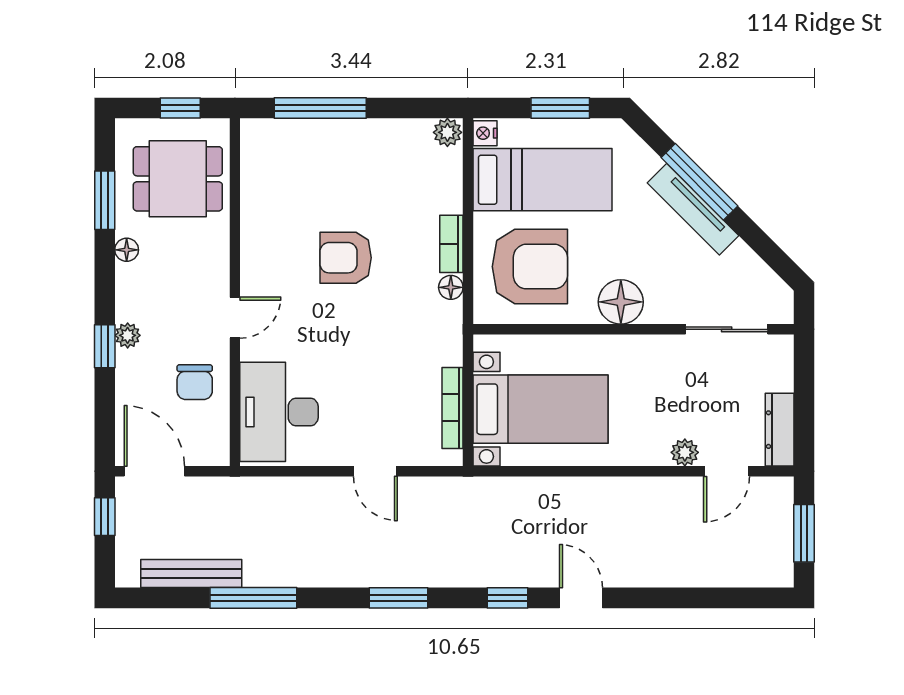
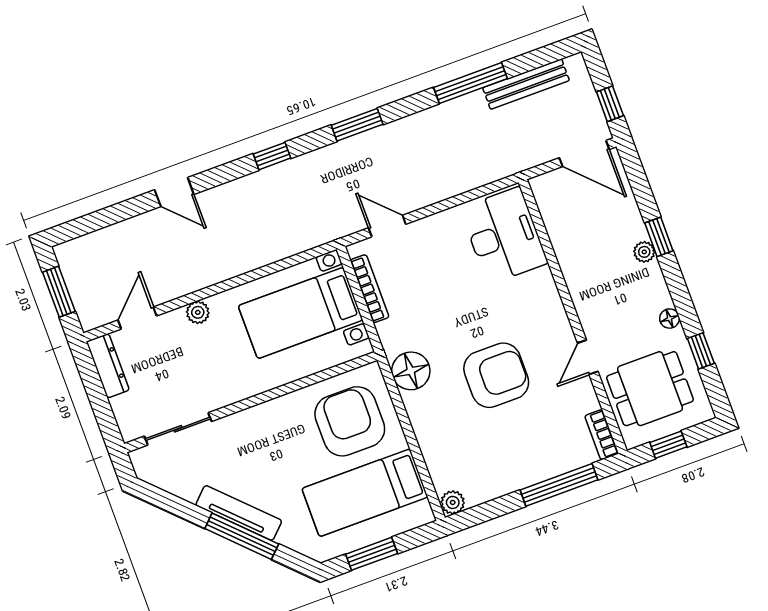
nightstand: (485, 133) -> (423, 513), removed
window: (105, 200) -> (701, 351), width x0.67
bookcase: (451, 244) -> (602, 435), moved, turned 180
armchair: (346, 258) -> (496, 375), width x1.36, depth x1.36
armchair: (530, 267) -> (350, 421), turned 90
floor lamp: (451, 287) -> (411, 371), width x1.89, depth x1.89
floor lamp: (621, 302) -> (269, 420), removed
door: (235, 318) -> (588, 357), moved
chair: (195, 382) -> (578, 235), removed
plant: (685, 452) -> (198, 312), moved
door: (375, 471) -> (387, 226), moved
door: (581, 598) -> (174, 192), moved

